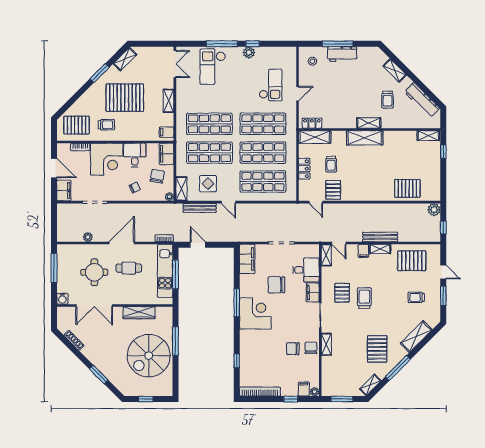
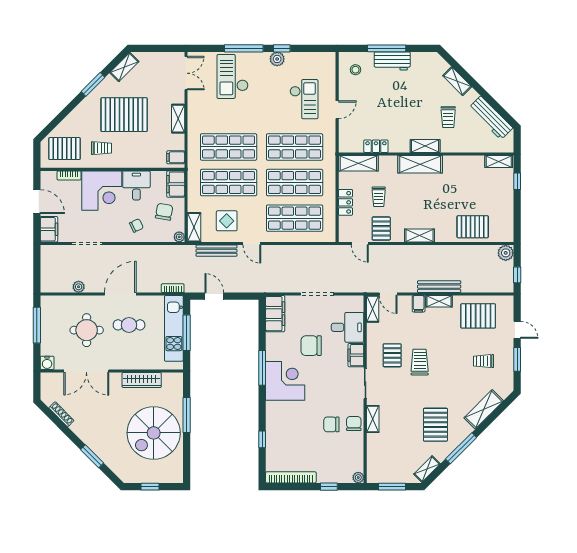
locker: (312, 123) -> (376, 146), moved
shelving: (364, 196) -> (419, 235), added
filing cabinet: (304, 389) -> (345, 474), removed

